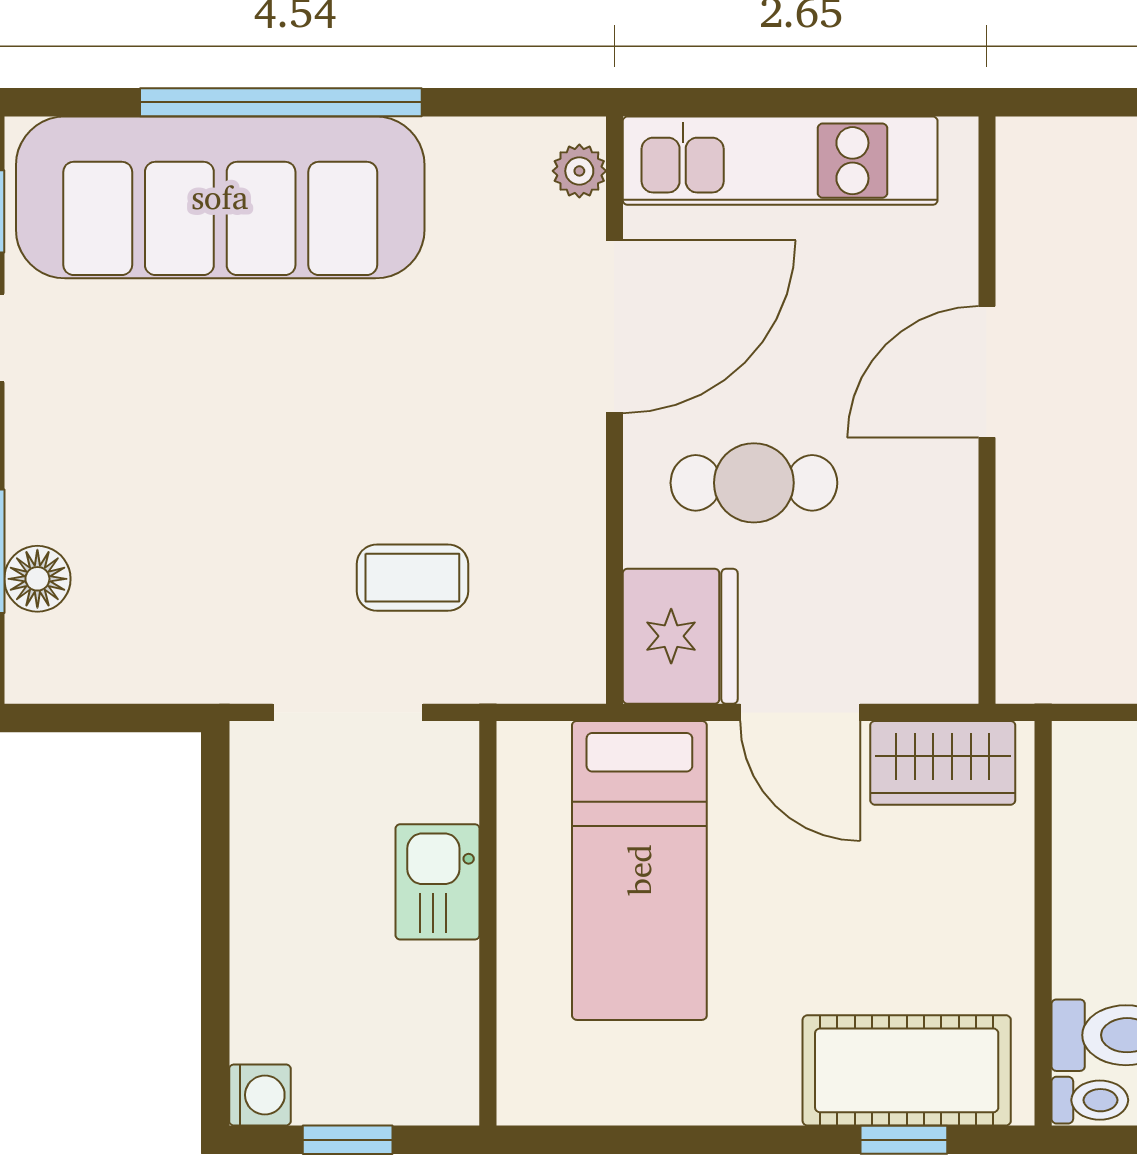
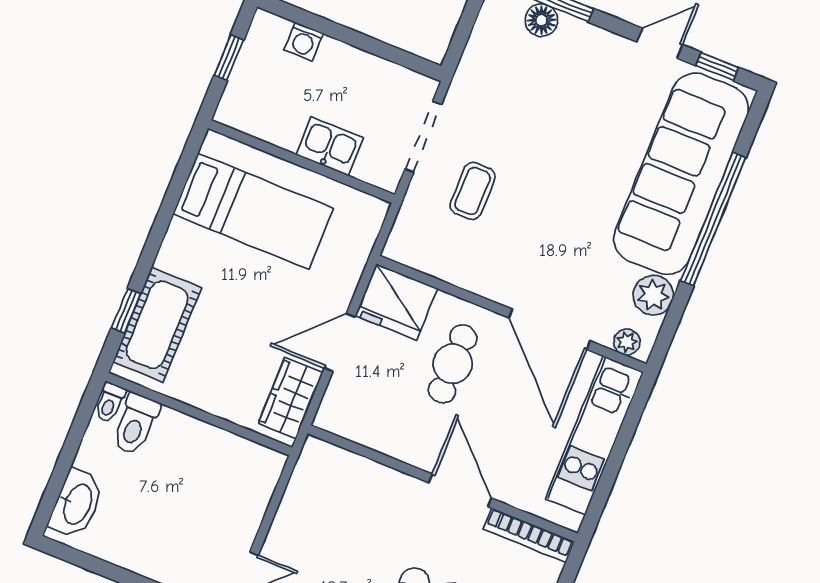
plant: (471, 157) -> (653, 295), added
bookcase: (1019, 208) -> (529, 535), added
bed: (639, 870) -> (253, 211), moved, turned 180
washing machine: (260, 1095) -> (304, 42), moved

